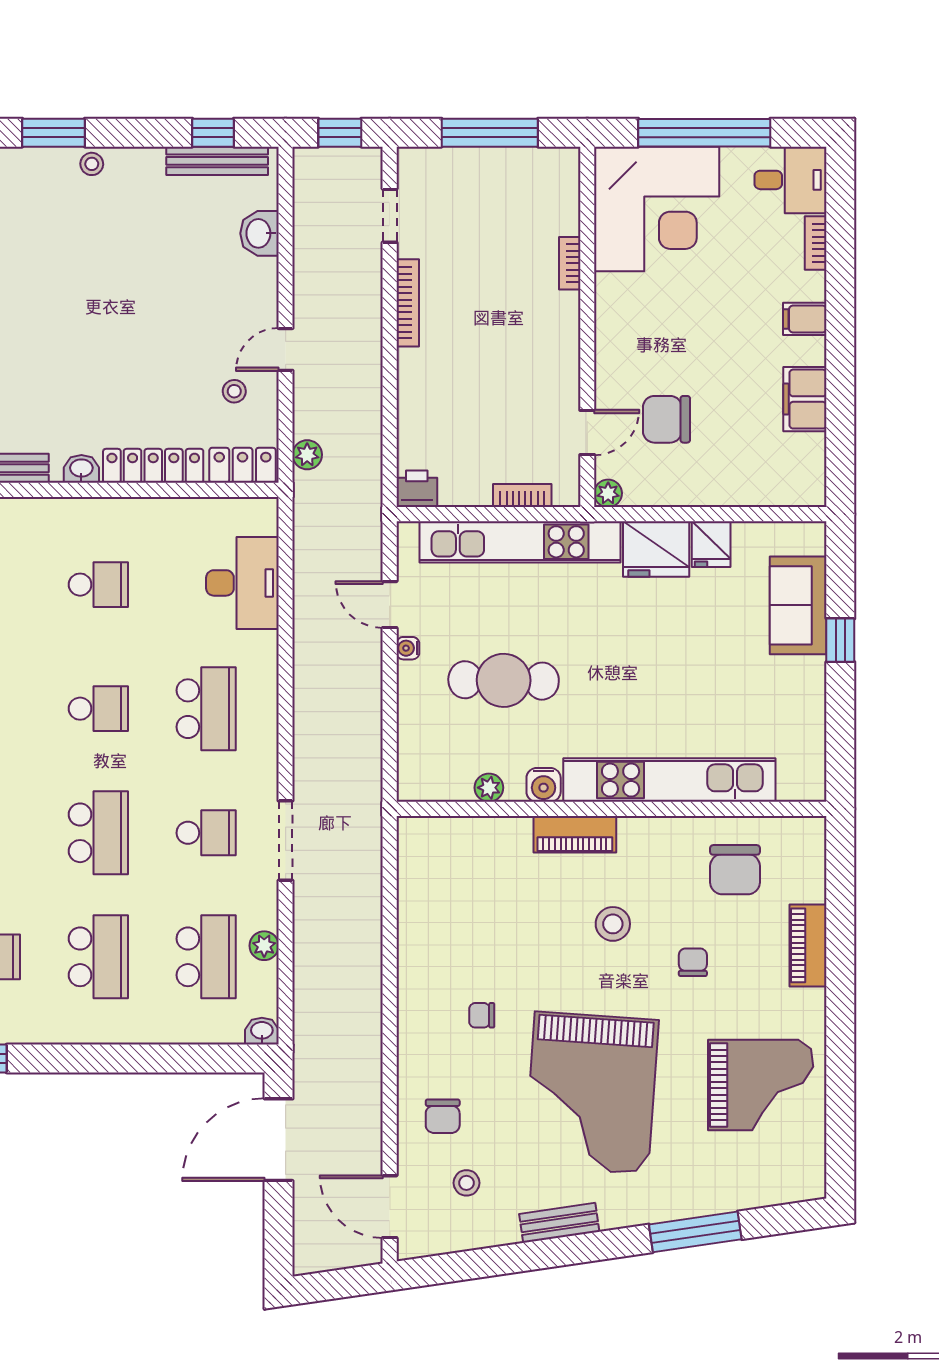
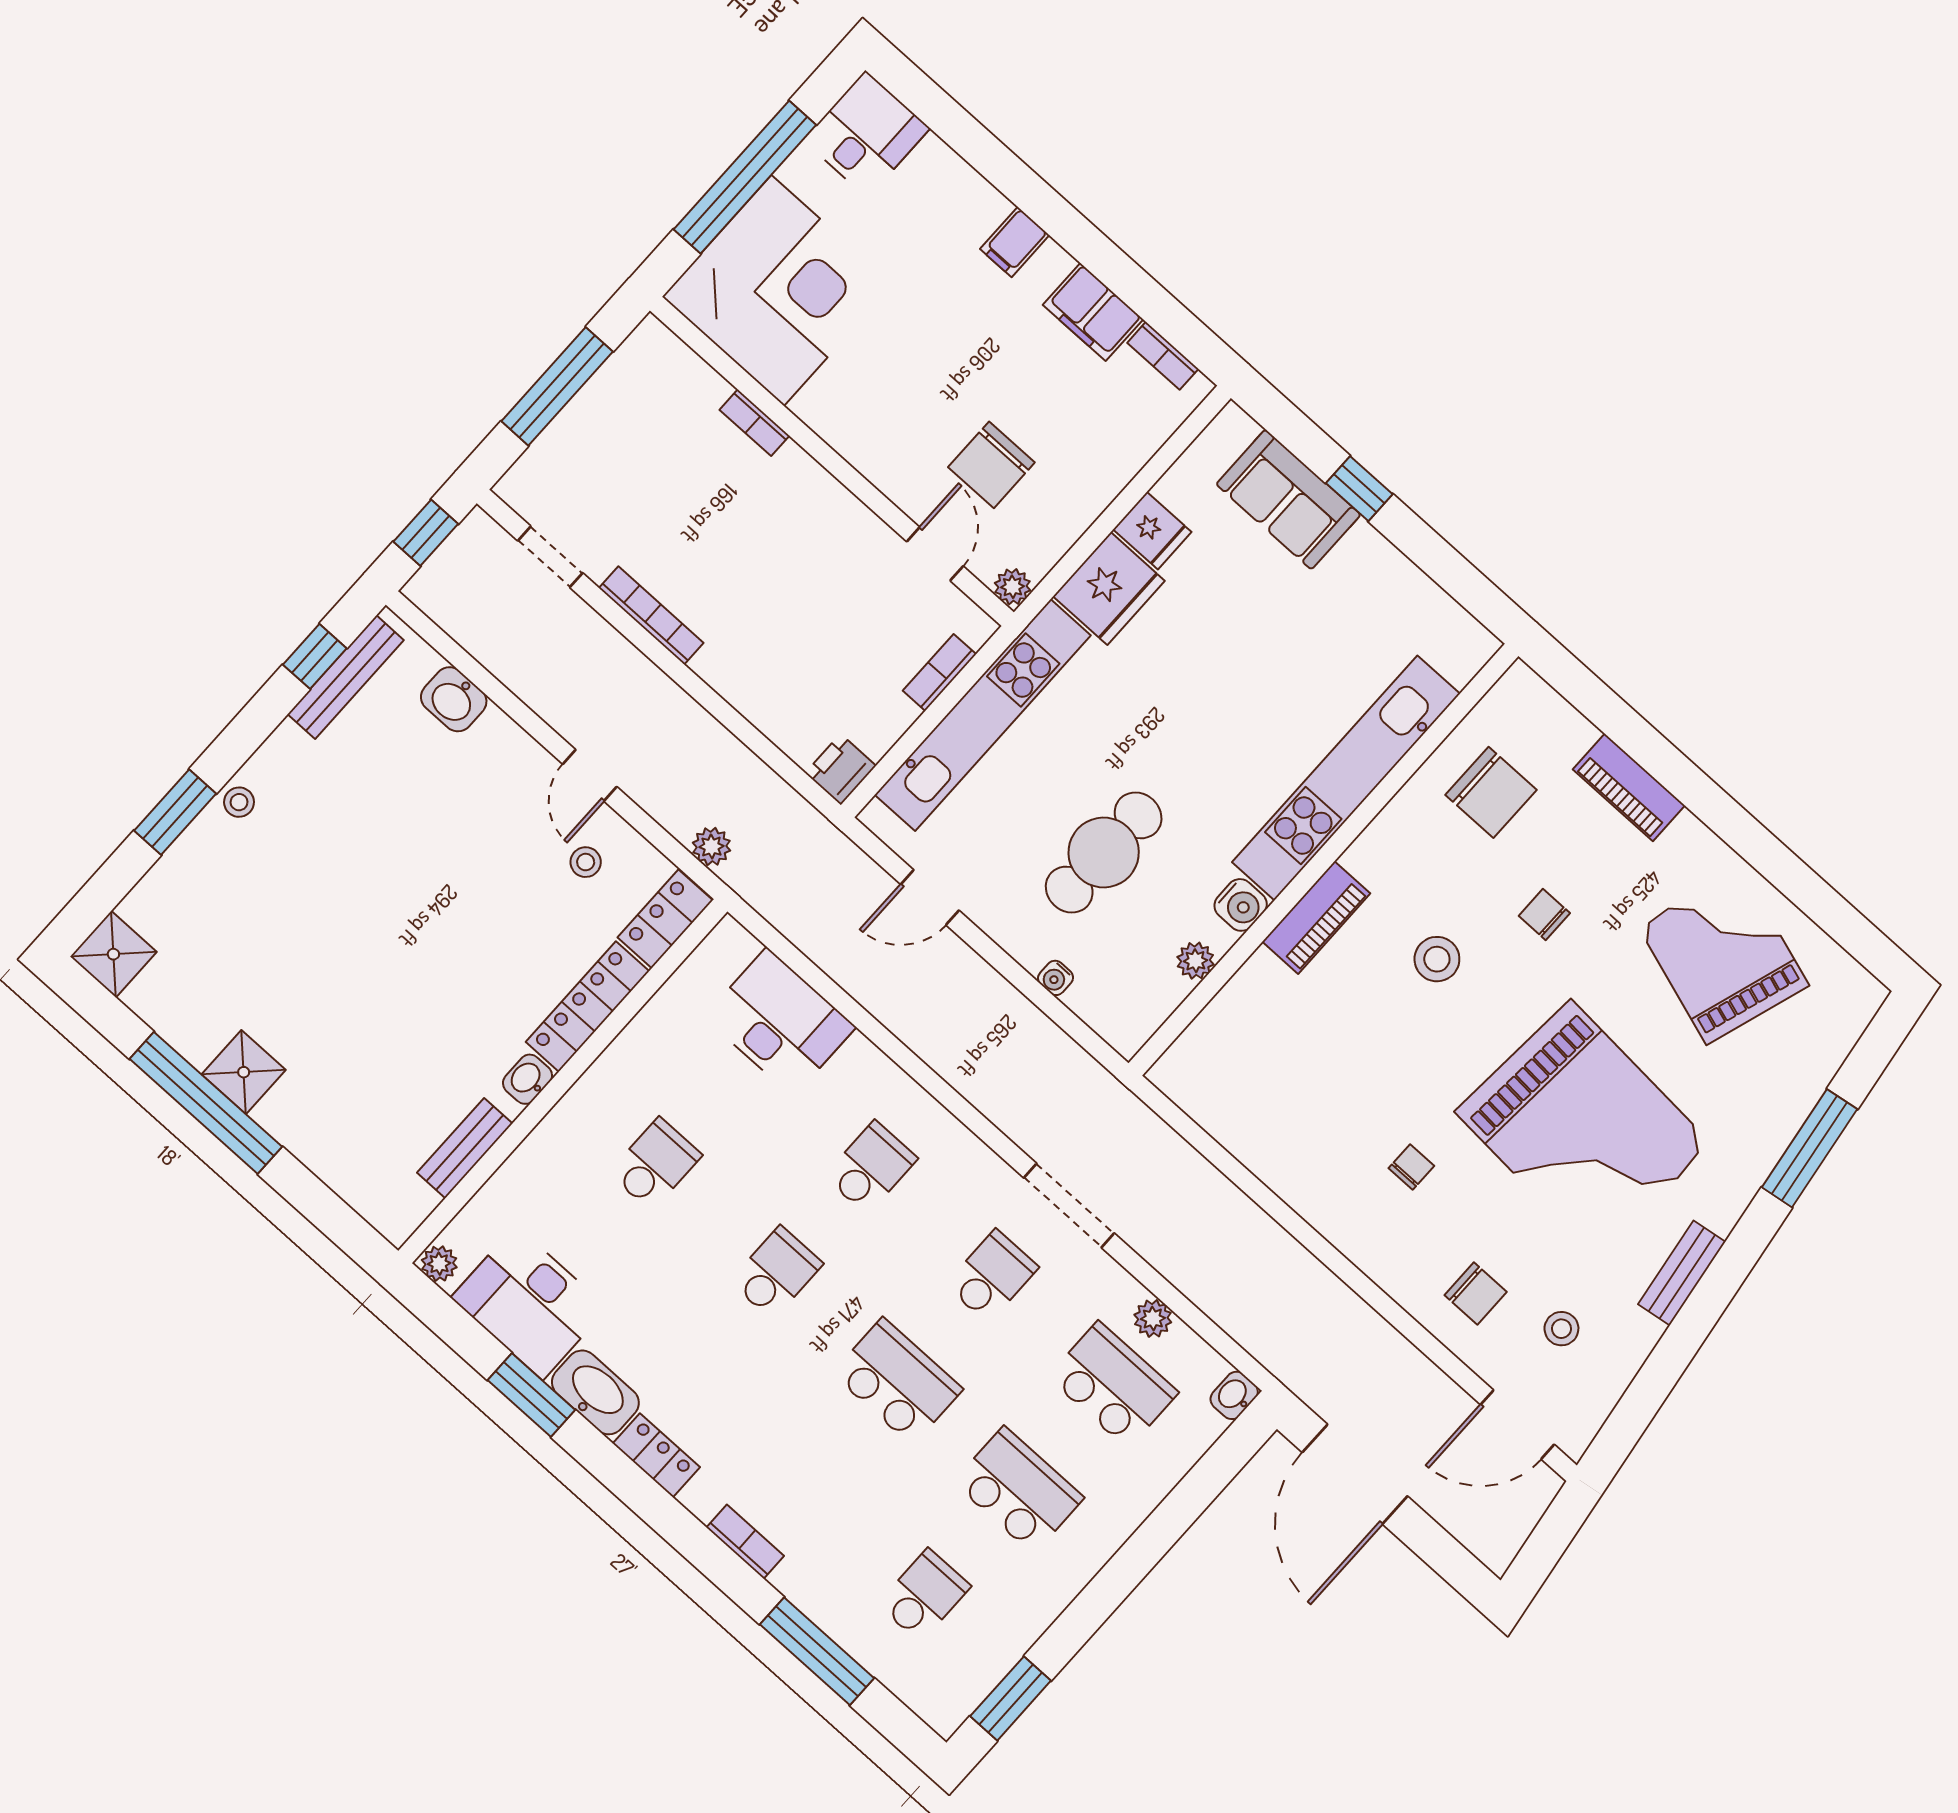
bookcase: (816, 243) -> (1163, 356), moved
water cooler: (408, 648) -> (1056, 978), moved
school desk: (206, 709) -> (871, 1167), width x0.54
chair: (482, 1015) -> (1411, 1167), turned 180
grand piano: (761, 1085) -> (1724, 956), turned -72

